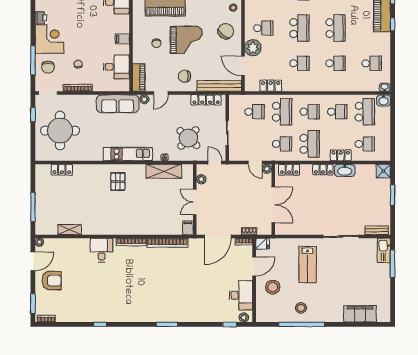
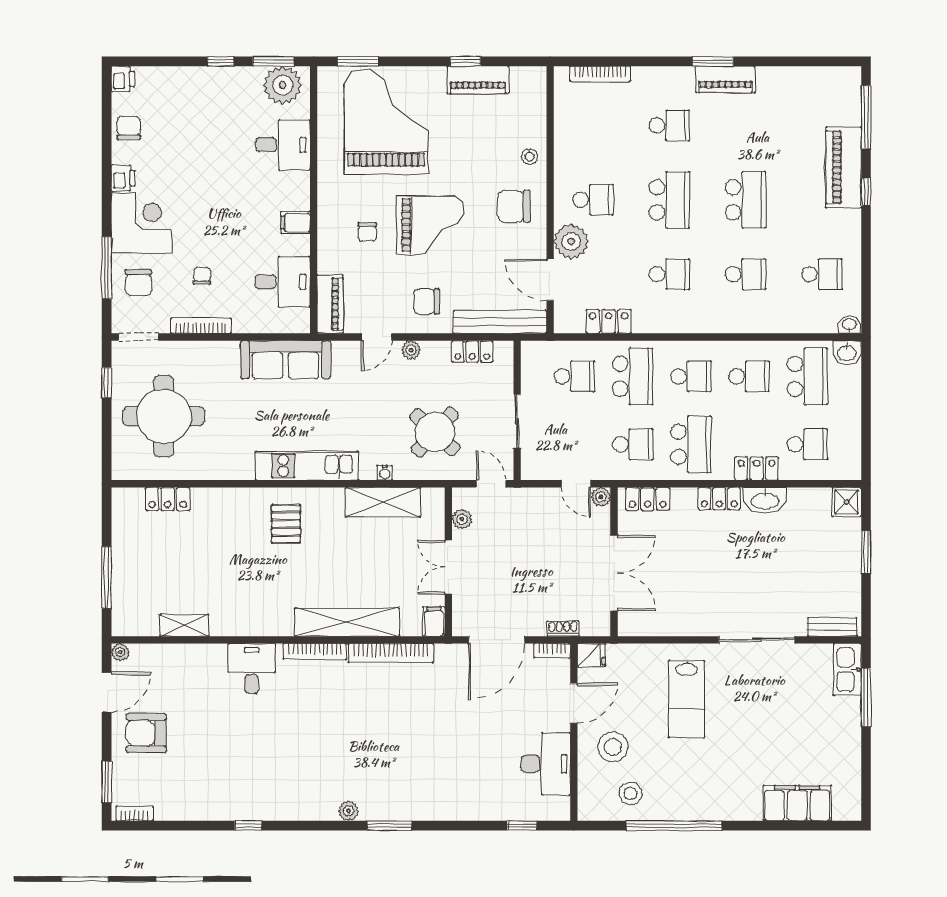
chair: (226, 31) -> (514, 206), turned -128
plant: (144, 99) -> (411, 350), moved
locker: (206, 100) -> (472, 351), width x0.66
shelving: (147, 228) -> (347, 622), added
armchair: (52, 281) -> (146, 733), turned 180
stool: (301, 308) -> (630, 794), moved
plant: (244, 317) -> (348, 811), moved

